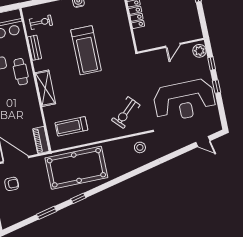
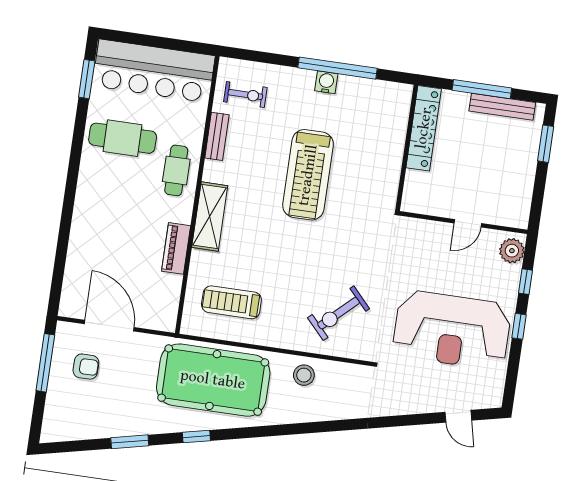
piano: (41, 140) -> (176, 248), moved
stool: (140, 147) -> (304, 375), moved

